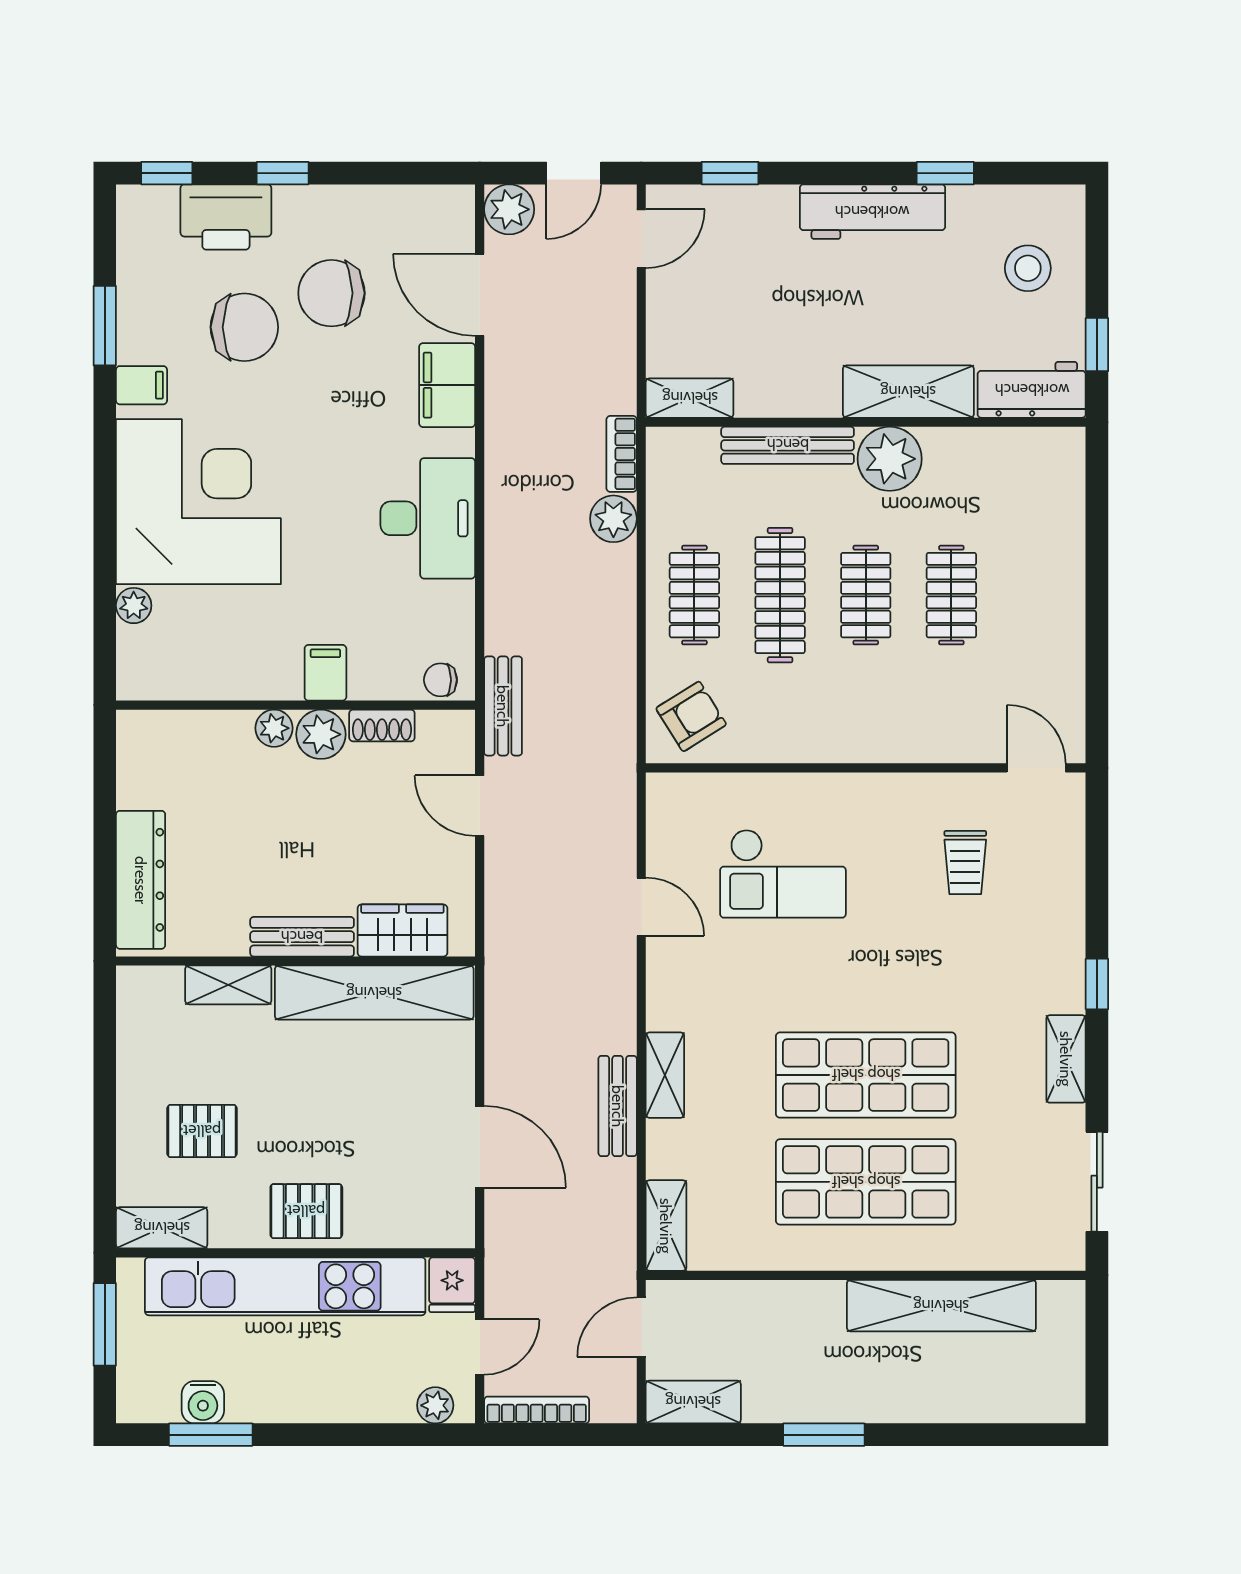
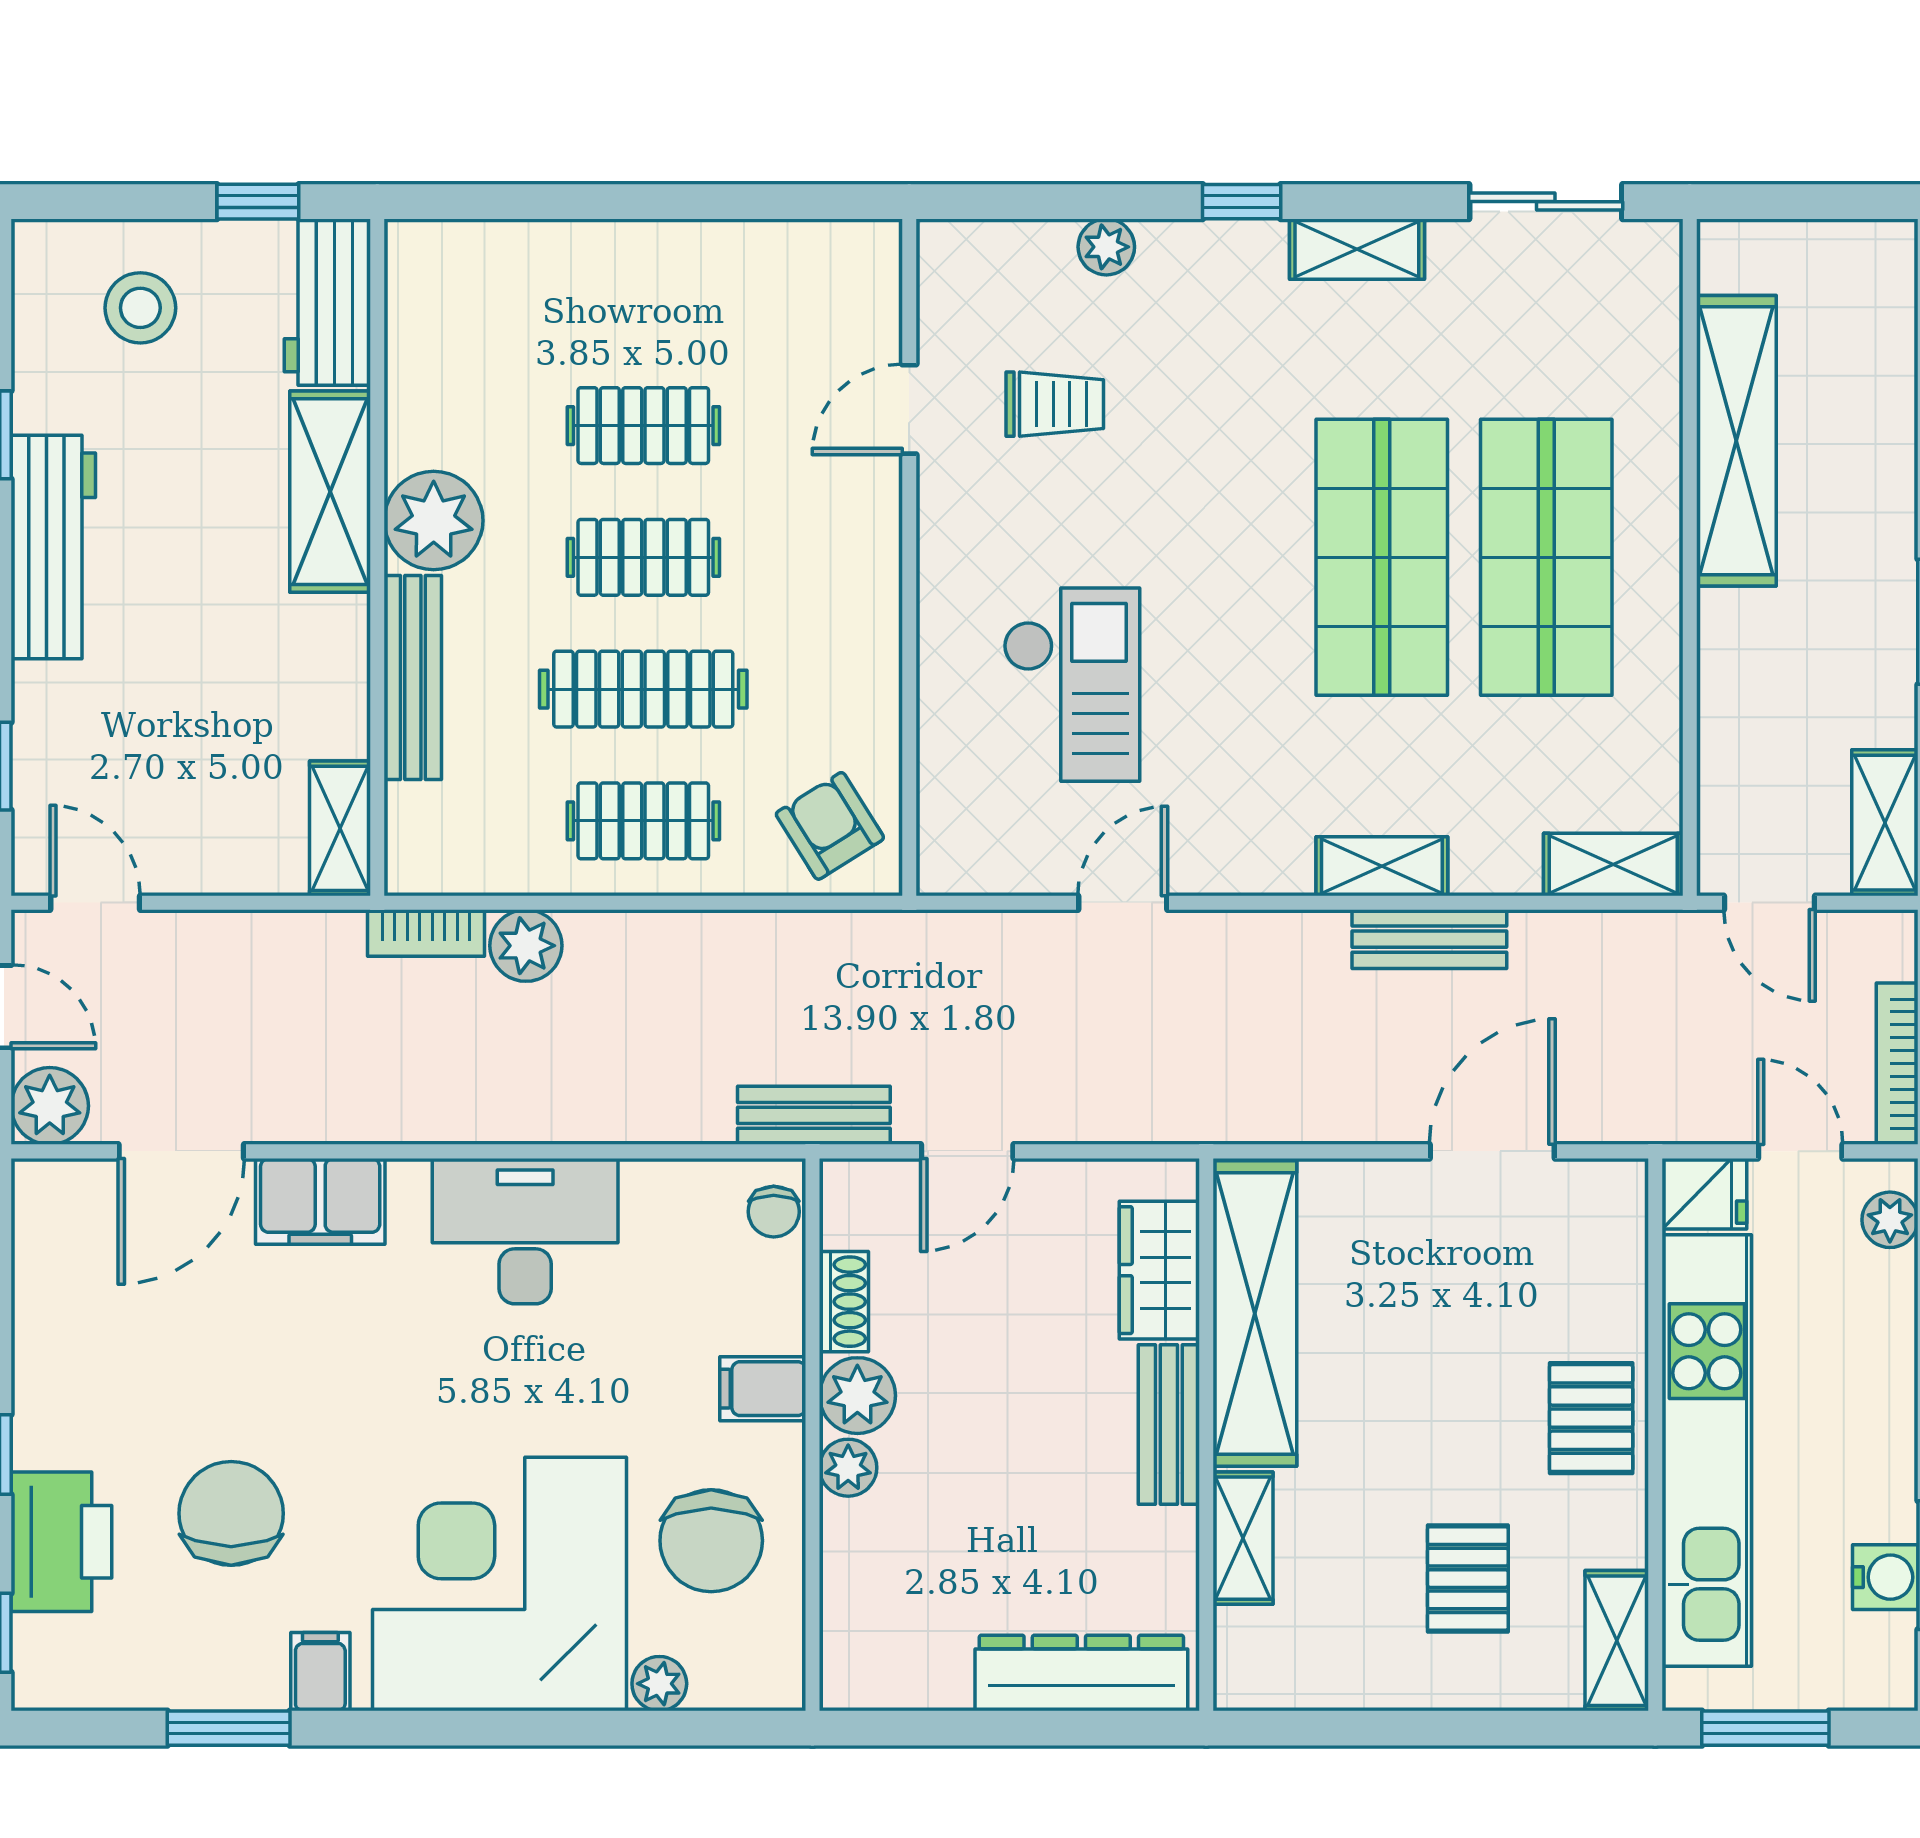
chair: (331, 293) -> (711, 1541), moved
door: (1036, 768) -> (909, 409), moved
plant: (1067, 896) -> (1106, 247), added

